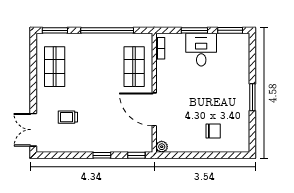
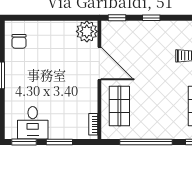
desk: (201, 50) -> (33, 123), moved
chair: (213, 131) -> (19, 41), moved, turned -90
plant: (162, 147) -> (87, 31), width x1.87, depth x1.87

